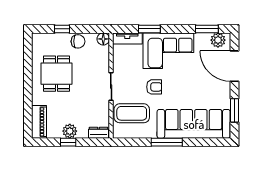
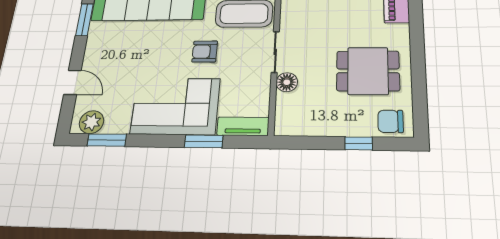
floor lamp: (103, 39) -> (287, 82), moved
chair: (78, 41) -> (390, 121), moved
door: (234, 66) -> (72, 82), width x0.53
dining table: (57, 74) -> (368, 71), turned 90

